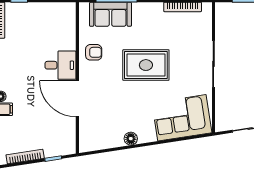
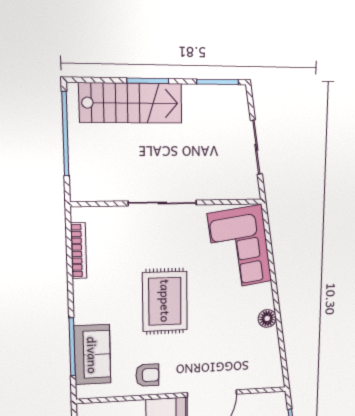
armchair: (94, 52) -> (147, 375), turned 90

